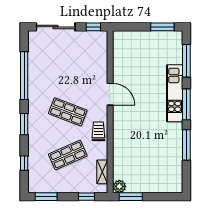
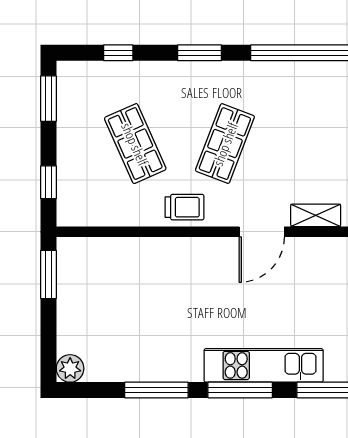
shelving: (102, 172) -> (316, 215), moved
plant: (119, 186) -> (70, 368), moved

